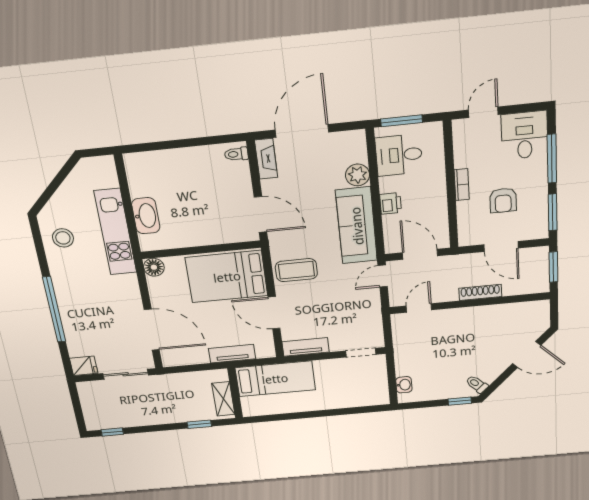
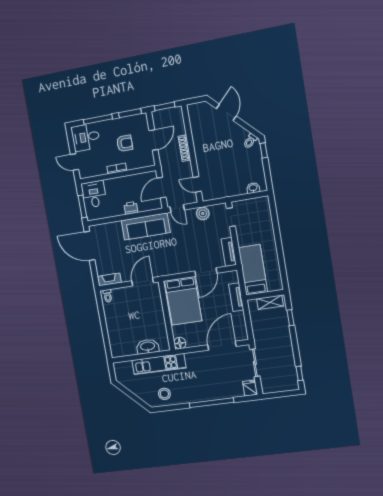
door: (302, 131) -> (89, 246), moved
desk: (399, 155) -> (94, 194), moved, turned 180
plant: (357, 175) -> (203, 213), moved
coffee table: (296, 270) -> (176, 260), removed

